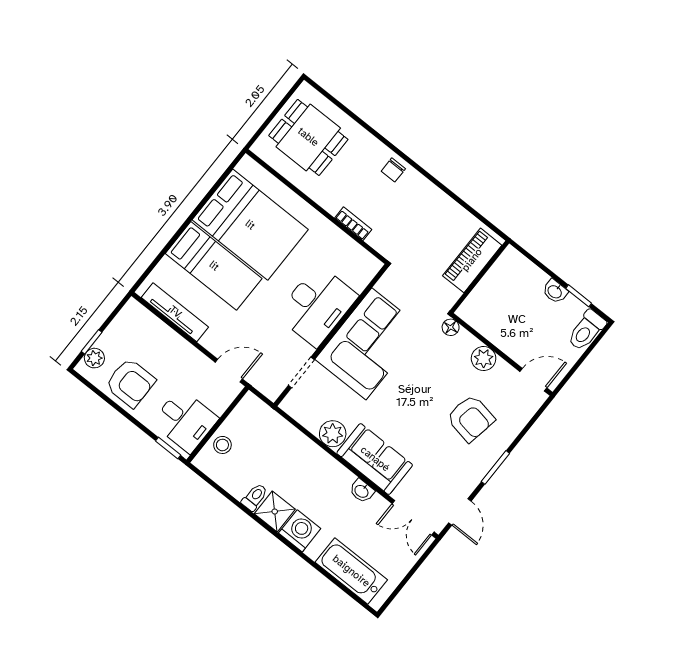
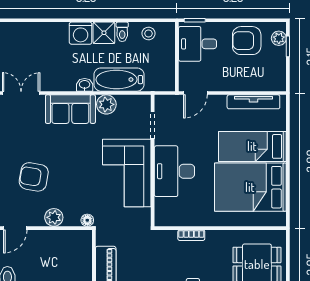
stool: (222, 445) -> (149, 33), moved
washbasin: (362, 491) -> (85, 85), moved
bathtub: (351, 571) -> (119, 80), moved, turned 180

